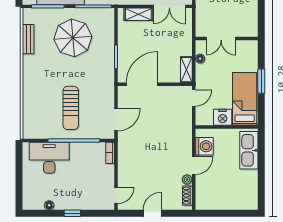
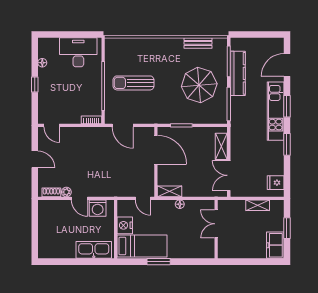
double door: (221, 39) -> (216, 224), moved
wall: (227, 39) -> (216, 229), moved
desk: (49, 158) -> (78, 52), moved, turned -90

